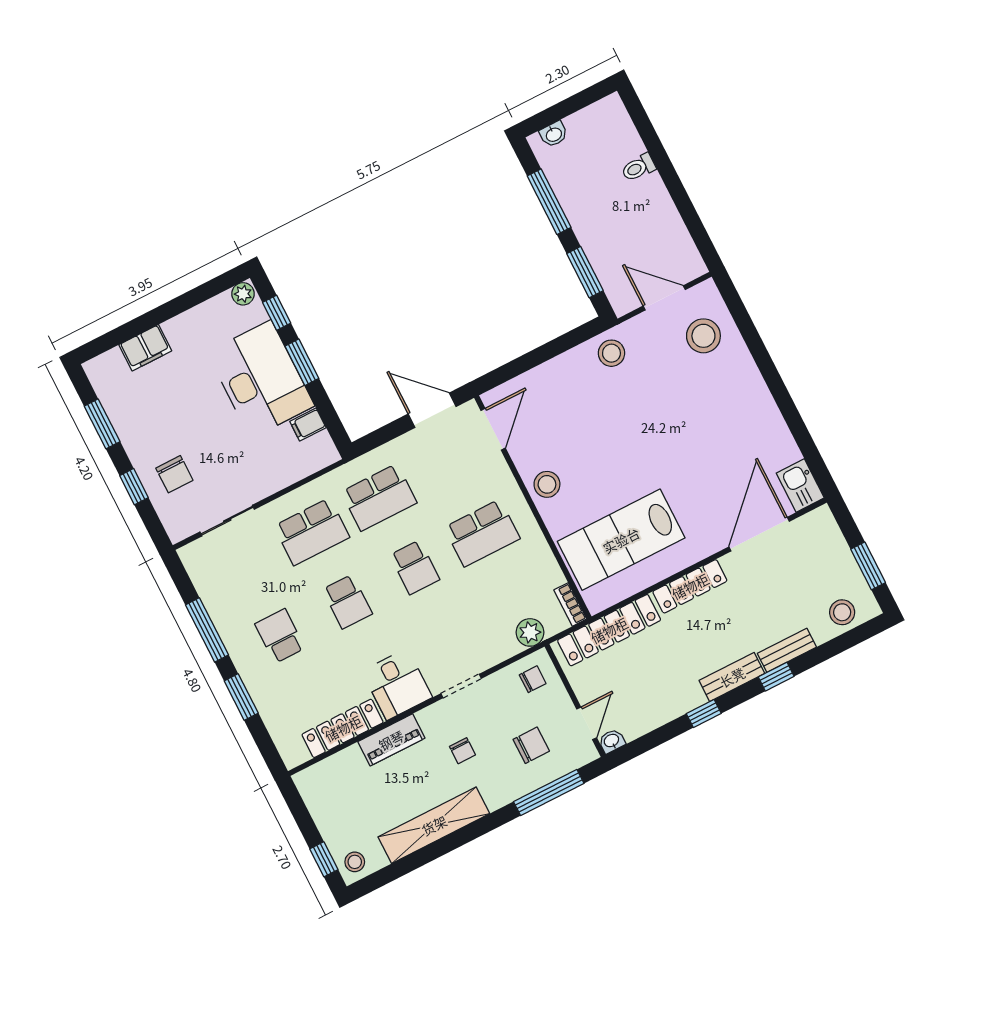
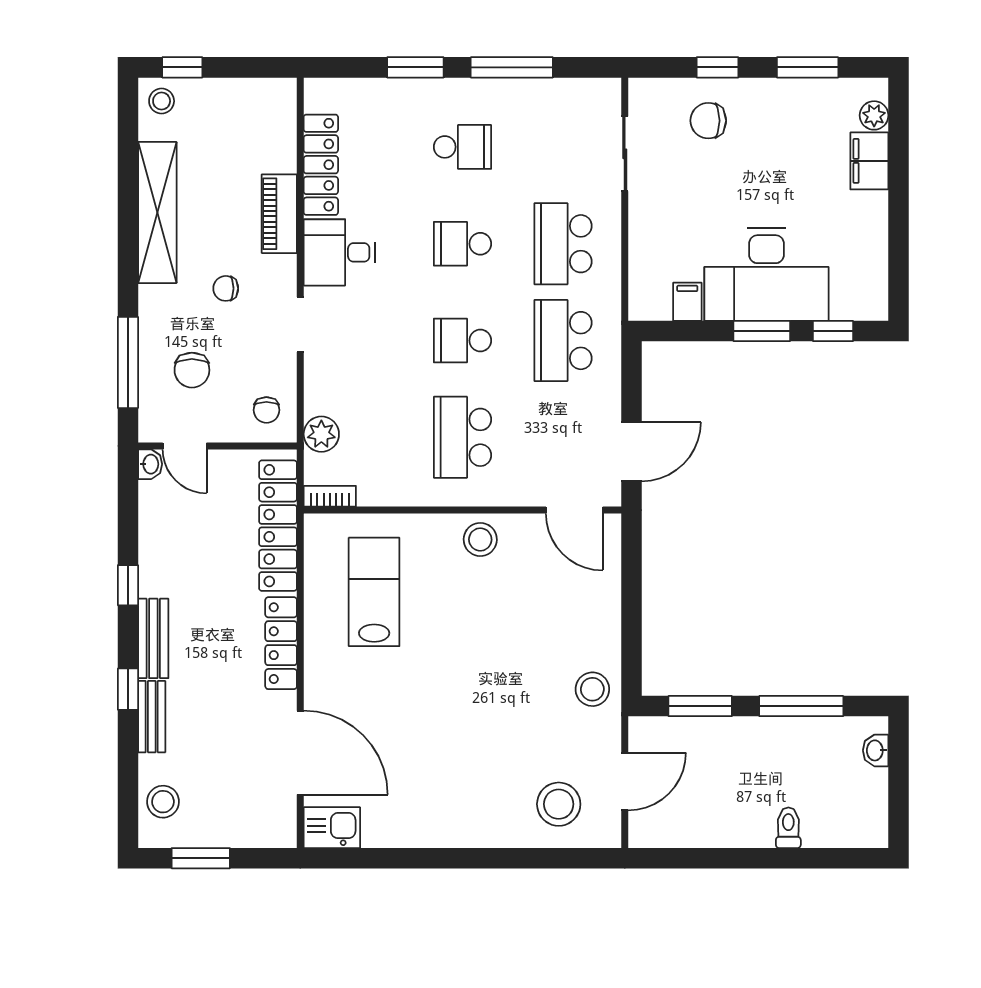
plant: (243, 294) -> (874, 115), moved
lab bench: (621, 540) -> (374, 592), width x0.73, depth x0.72

